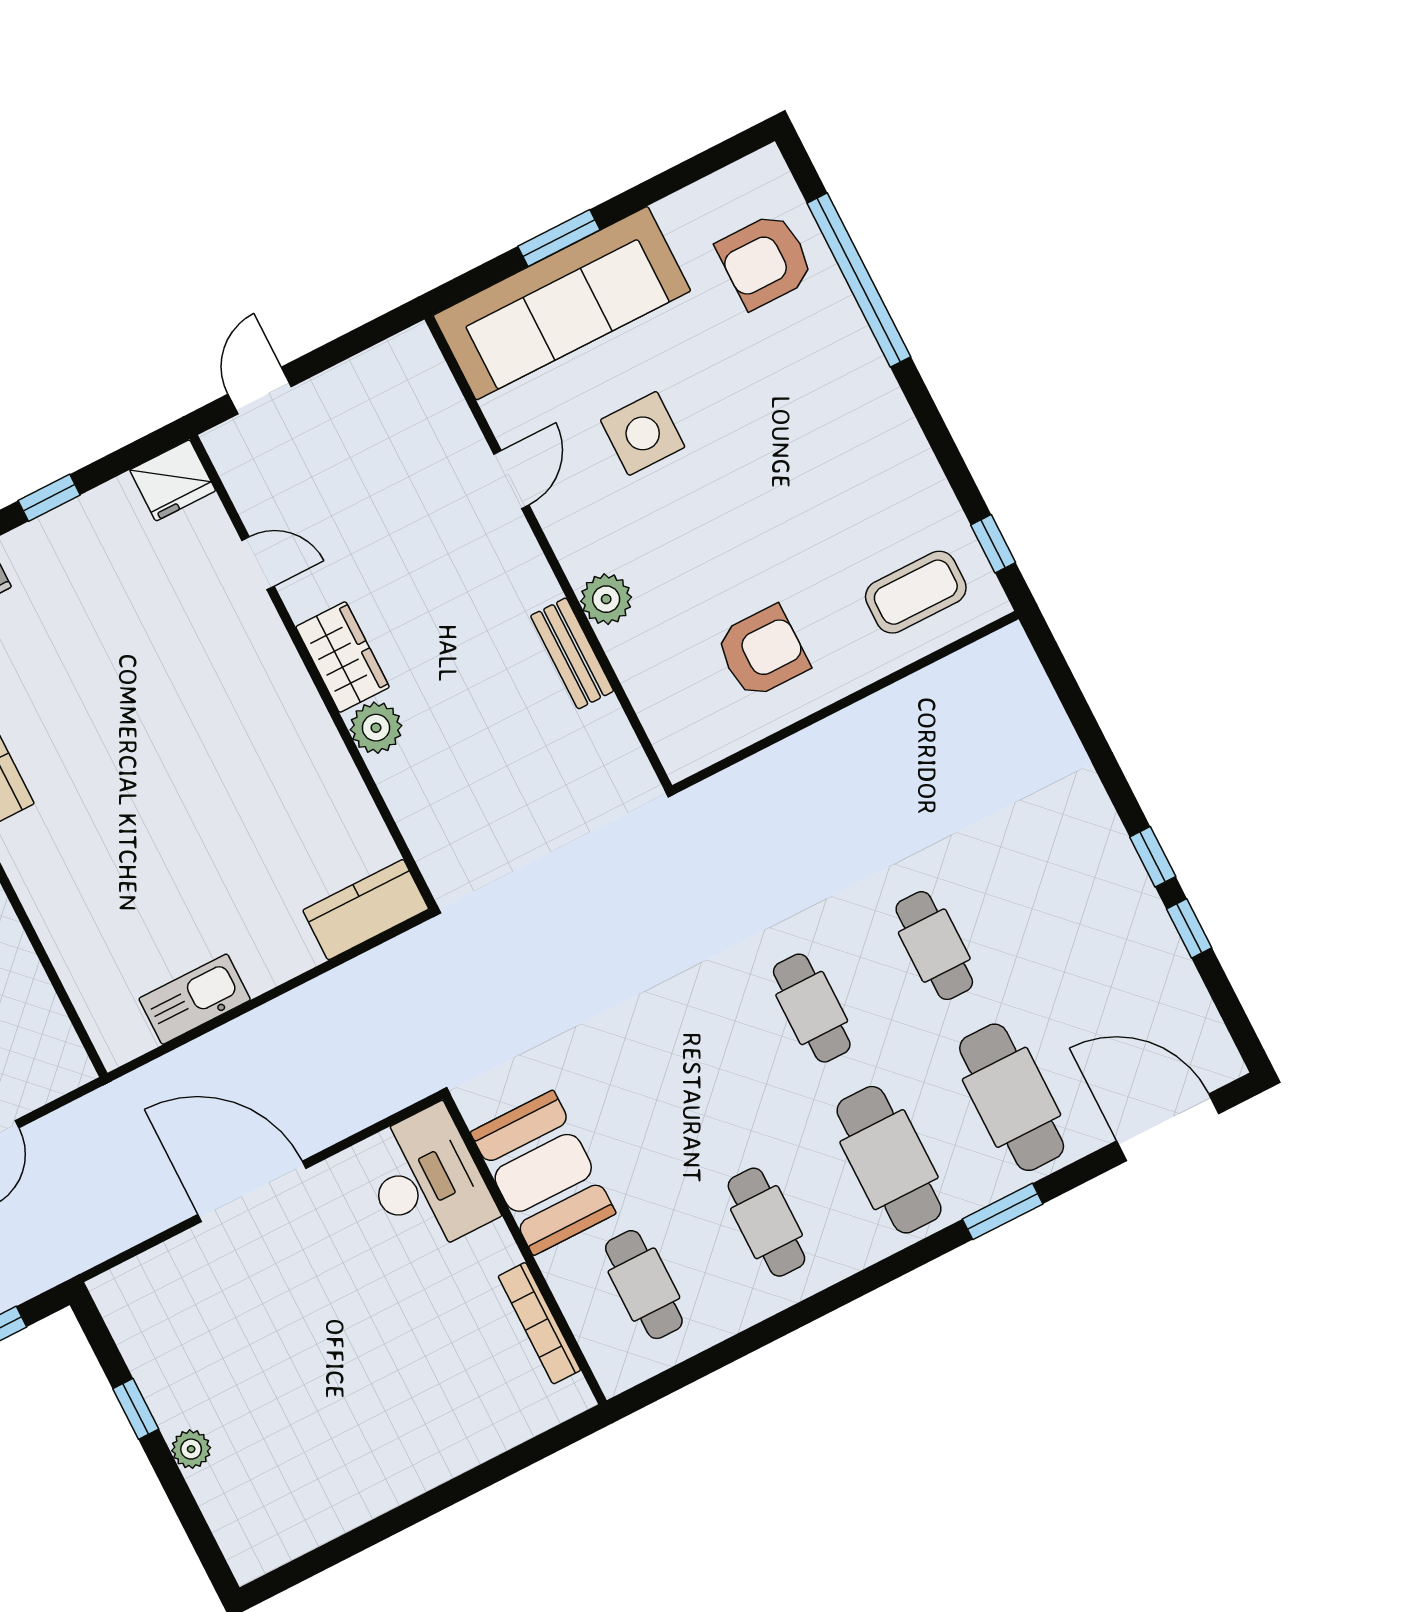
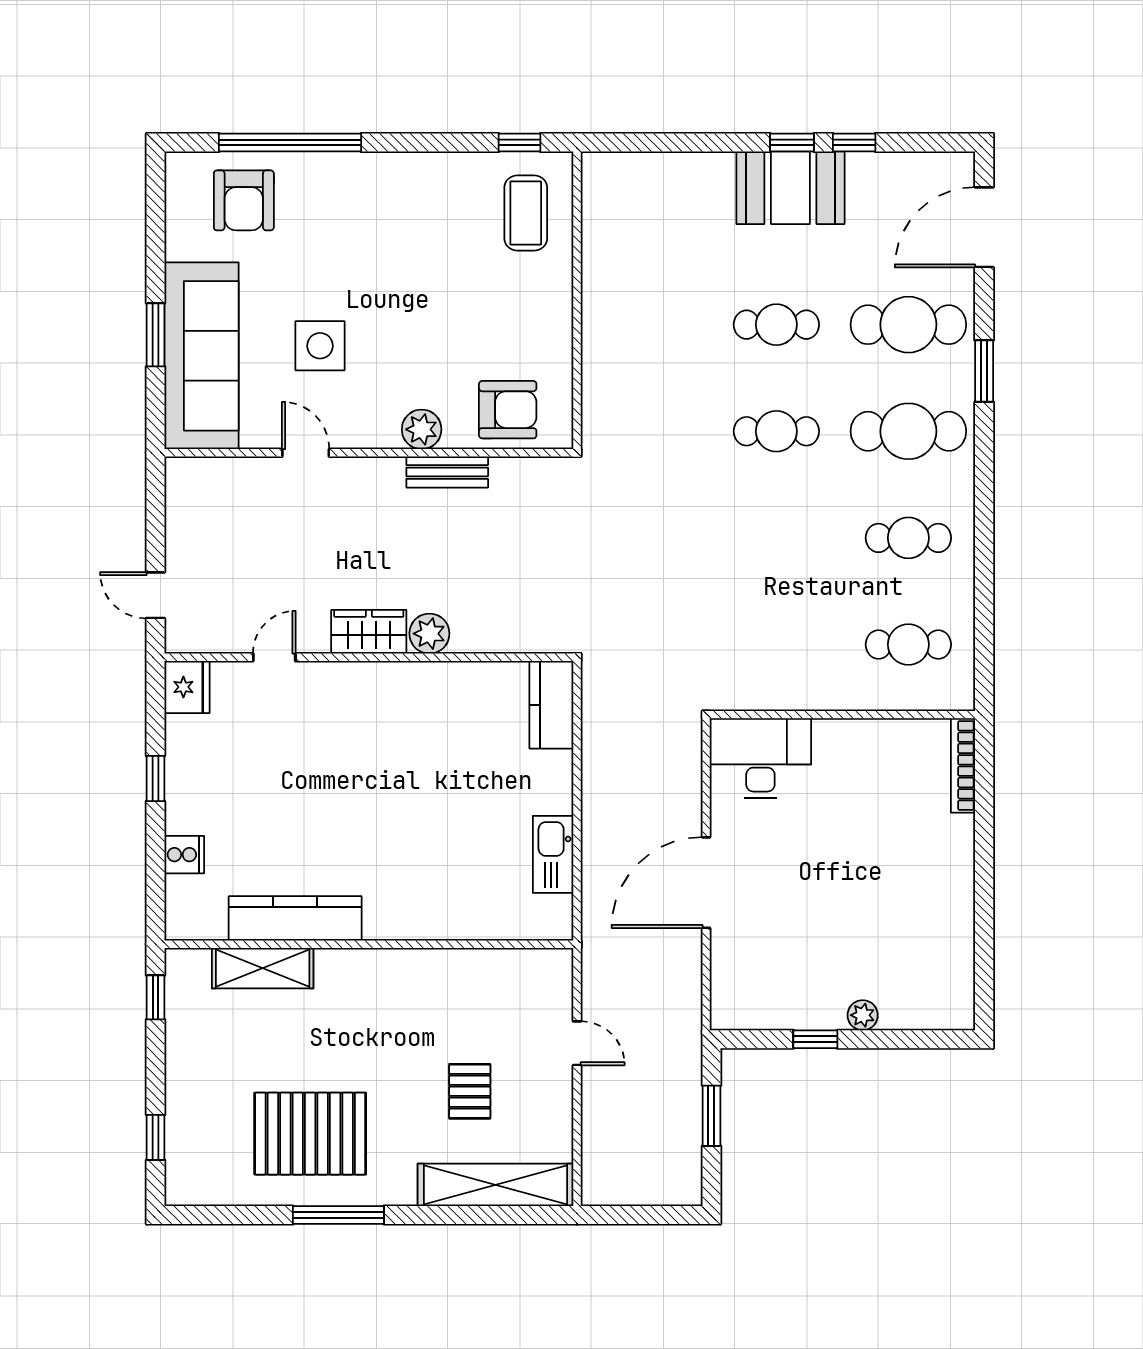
armchair: (762, 652) -> (508, 410), moved, turned 90
booth: (543, 1173) -> (790, 188), moved
bookcase: (539, 1323) -> (963, 765), moved, turned 90

